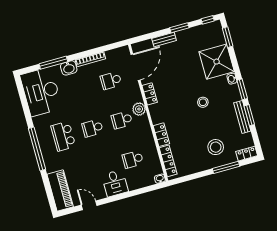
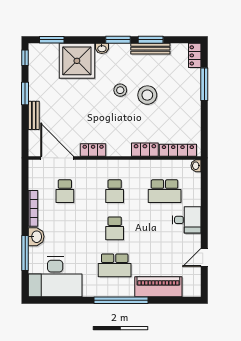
plant: (139, 109) -> (107, 167), removed
stool: (216, 147) -> (147, 95), moved
school desk: (133, 159) -> (165, 191), width x1.85
piano: (60, 190) -> (158, 287), moved

